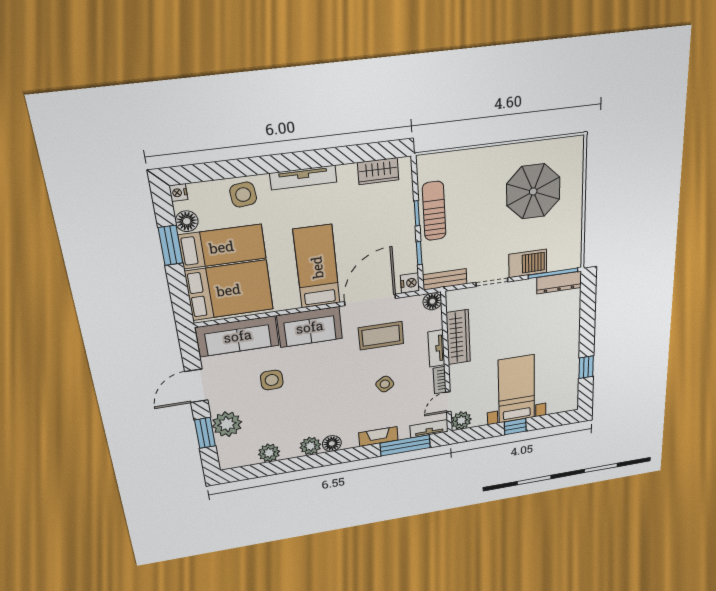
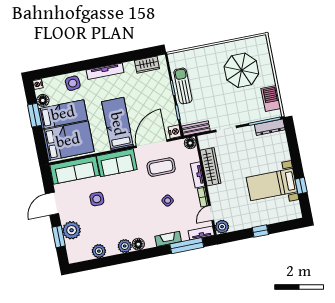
barbecue: (528, 263) -> (271, 98), moved, turned -90
bed with nightstands: (517, 389) -> (272, 185), moved, turned -90

